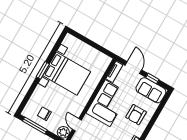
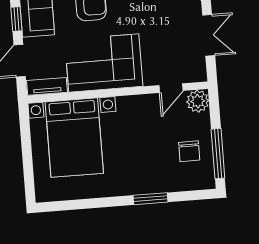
window: (43, 70) -> (150, 199), moved
bed with nightstands: (67, 74) -> (74, 138), moved, turned 180

